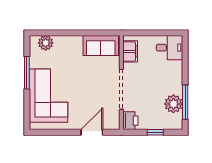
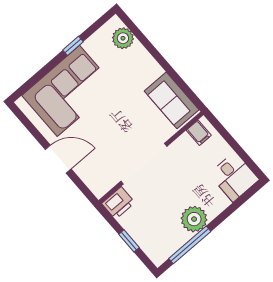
filing cabinet: (130, 51) -> (199, 133), width x0.50
window: (27, 73) -> (73, 46), width x0.46
plant: (173, 104) -> (194, 219), moved
door: (92, 132) -> (58, 159), moved

